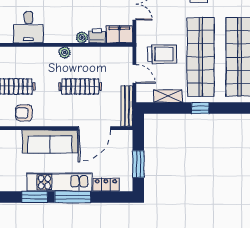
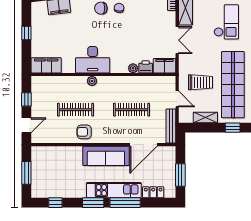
desk: (29, 27) -> (93, 60), width x1.37
plant: (65, 52) -> (92, 81), moved

